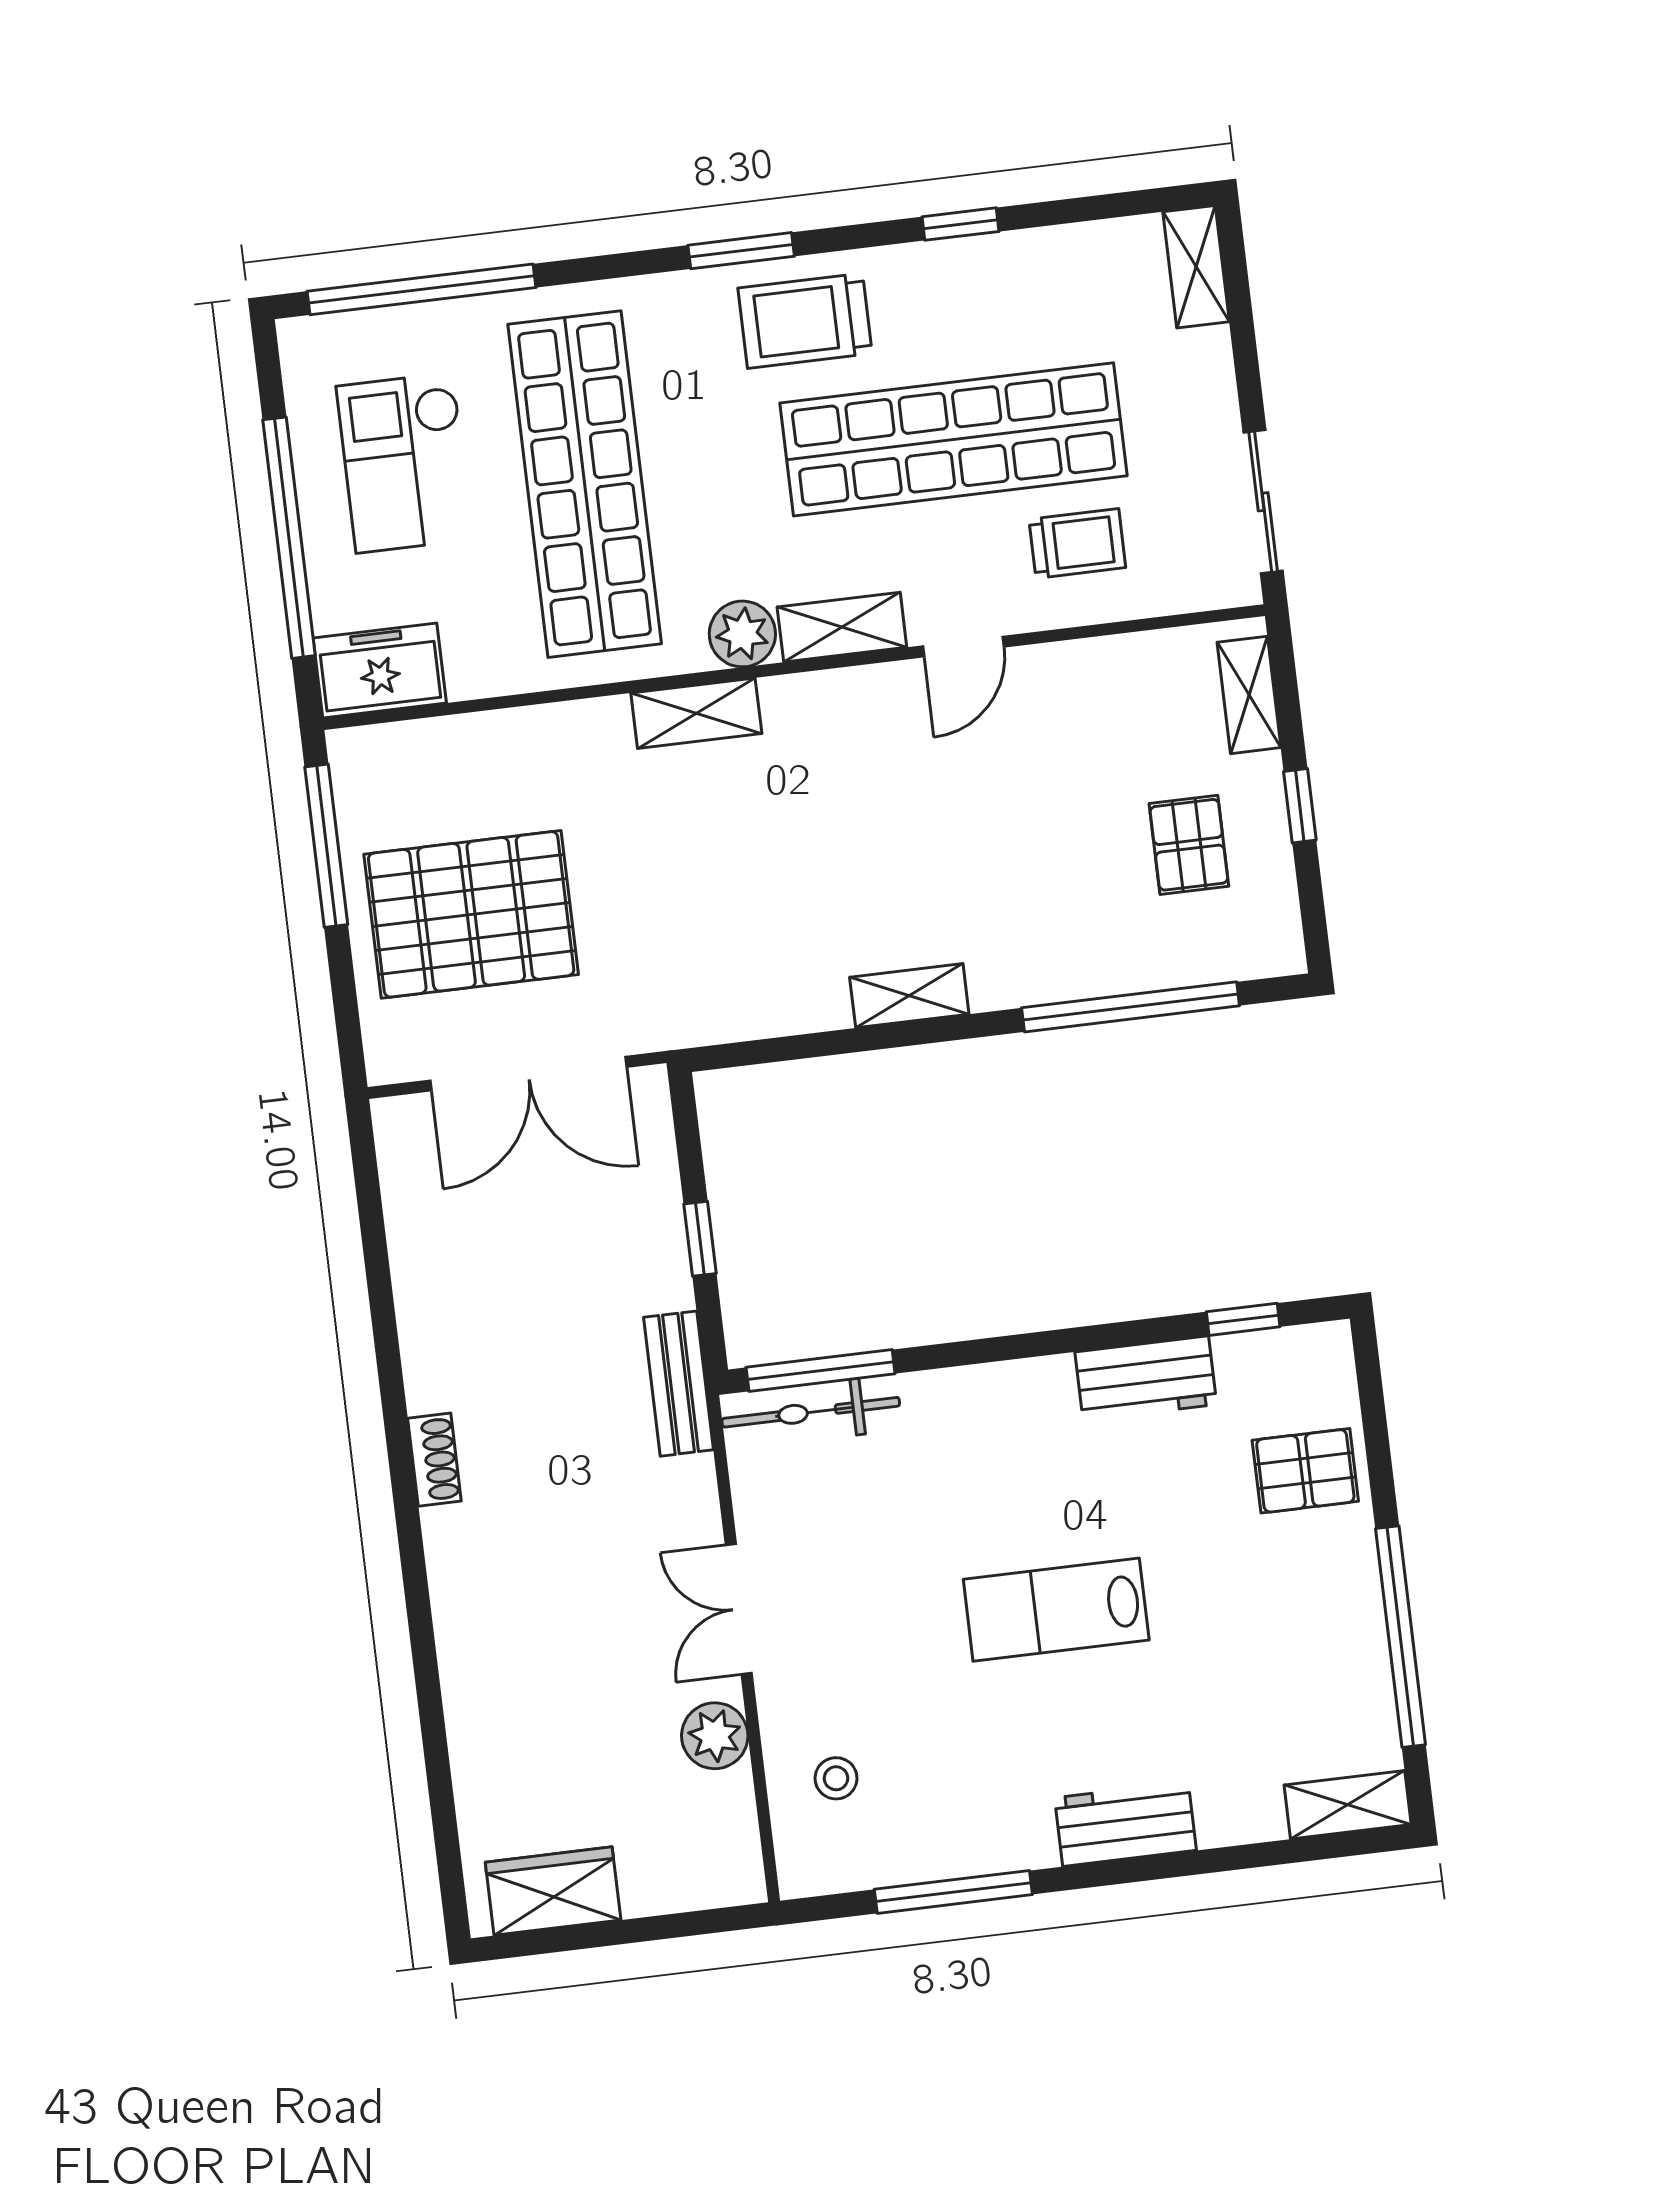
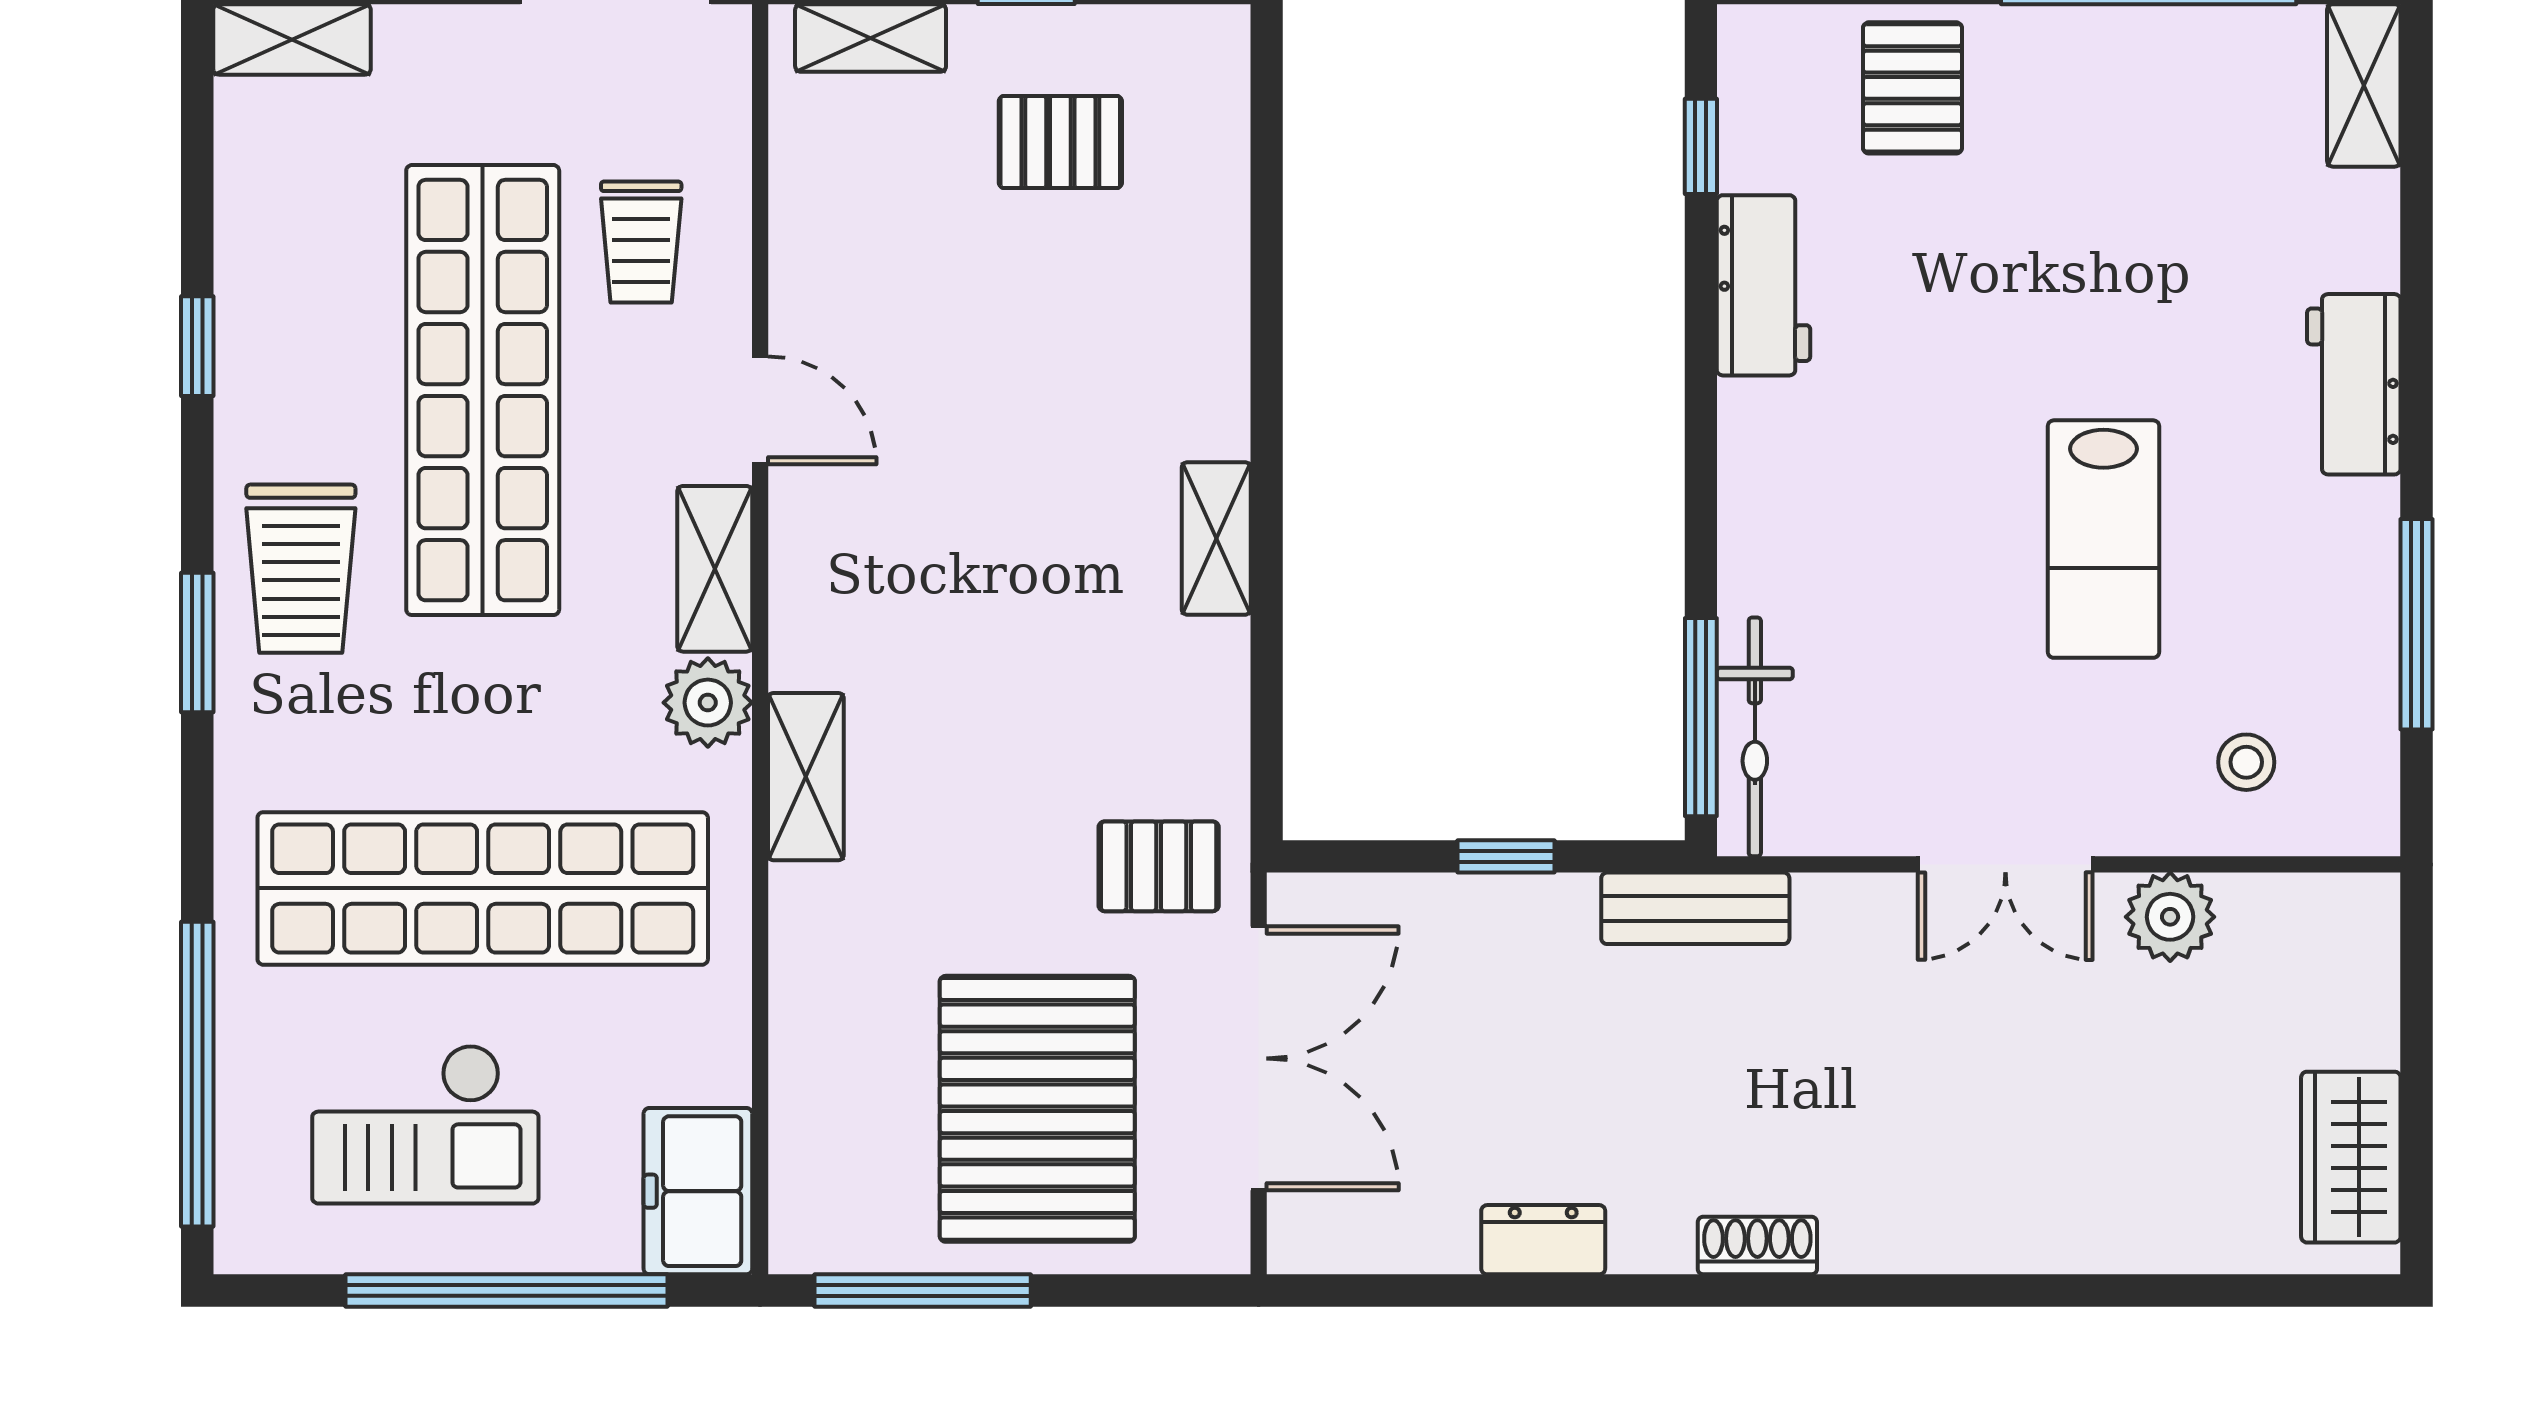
trolley: (1077, 543) -> (641, 242), turned 180
pallet: (662, 982) -> (1159, 866), added
window: (1131, 1007) -> (1267, 246), removed
dresser: (420, 1301) -> (1543, 1240), added
lab bench: (1056, 1610) -> (2104, 539), moved

